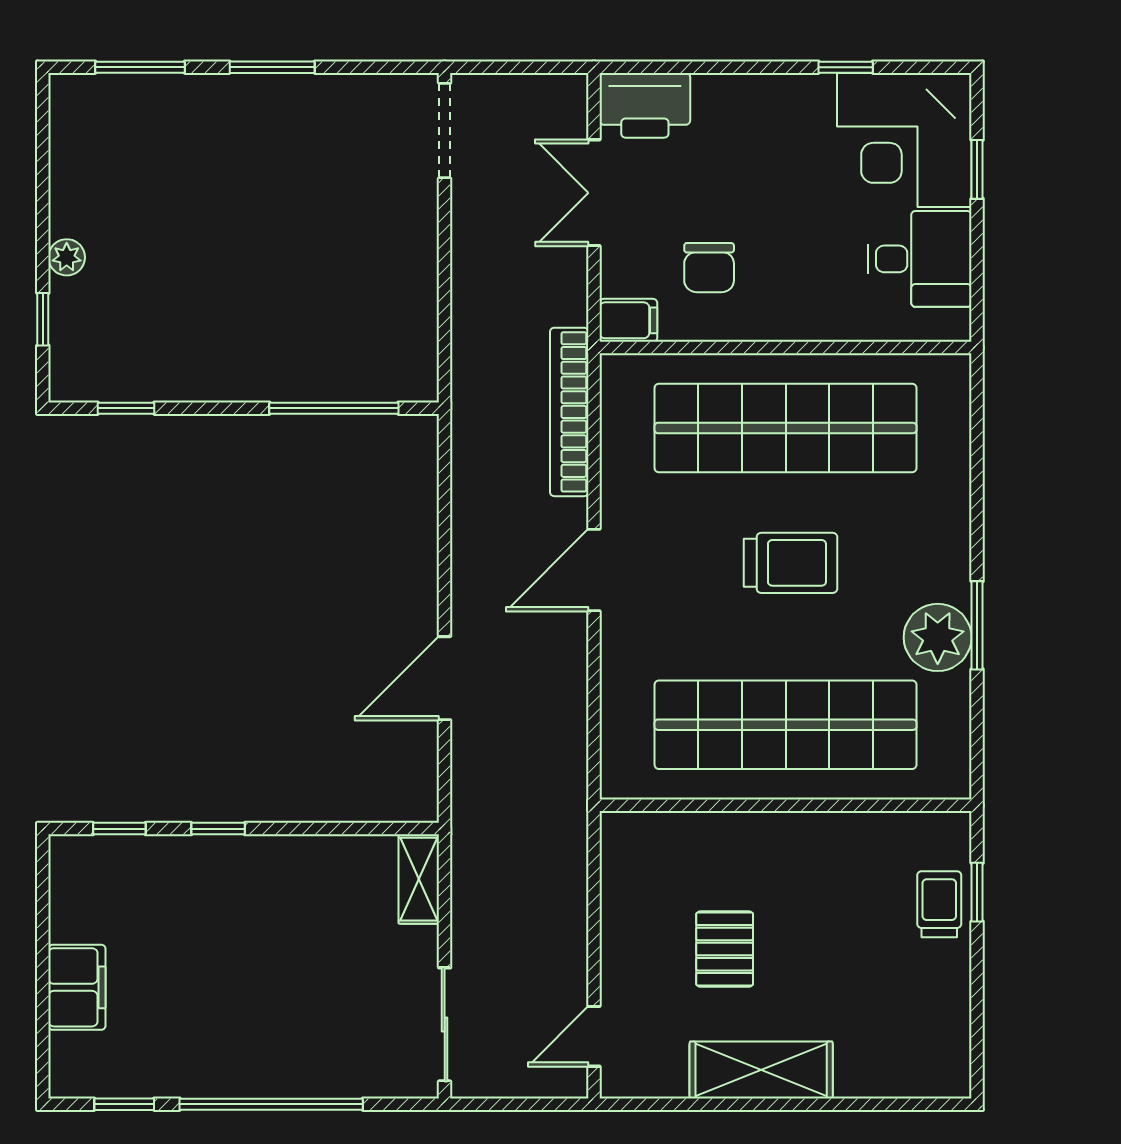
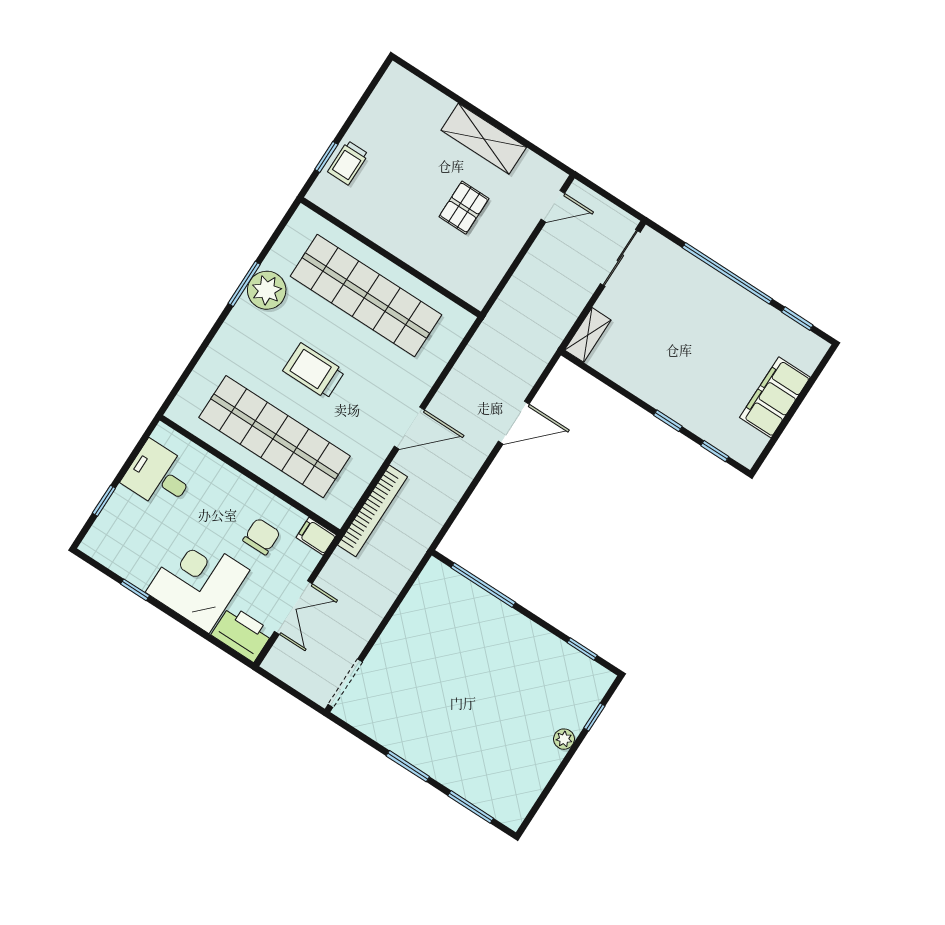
corner desk: (904, 140) -> (198, 581), moved, turned -90
filing cabinet: (77, 987) -> (775, 397), width x1.50, depth x1.17

